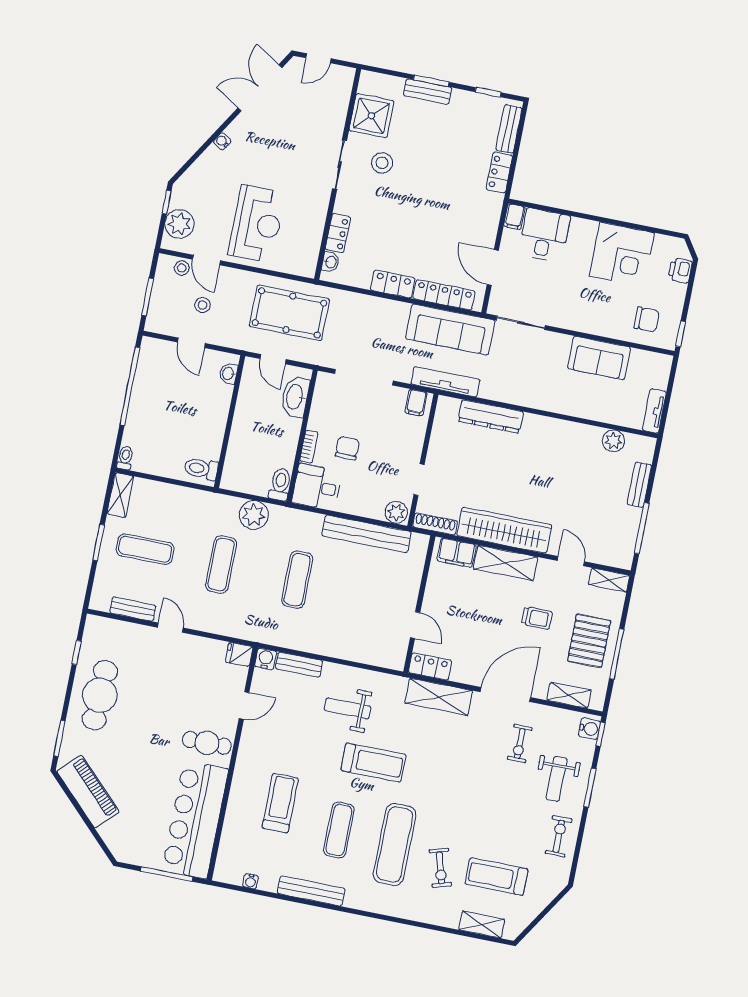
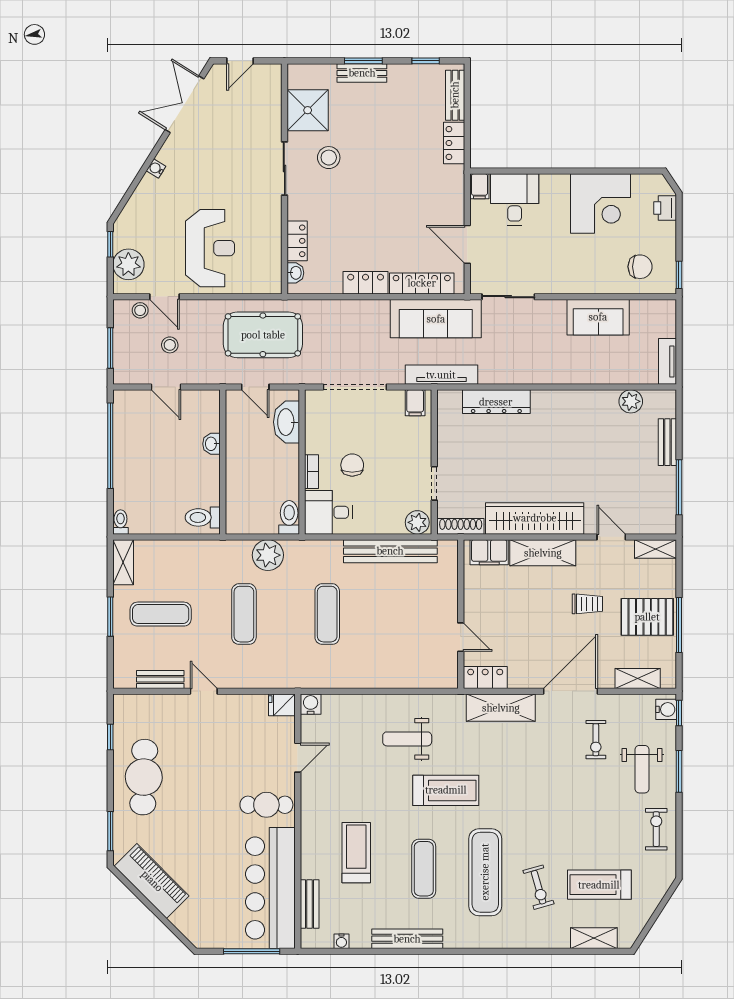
washbasin: (228, 373) -> (211, 444), moved
pallet: (589, 641) -> (647, 617), turned 90
bench: (299, 665) -> (310, 904), moved, turned 90

